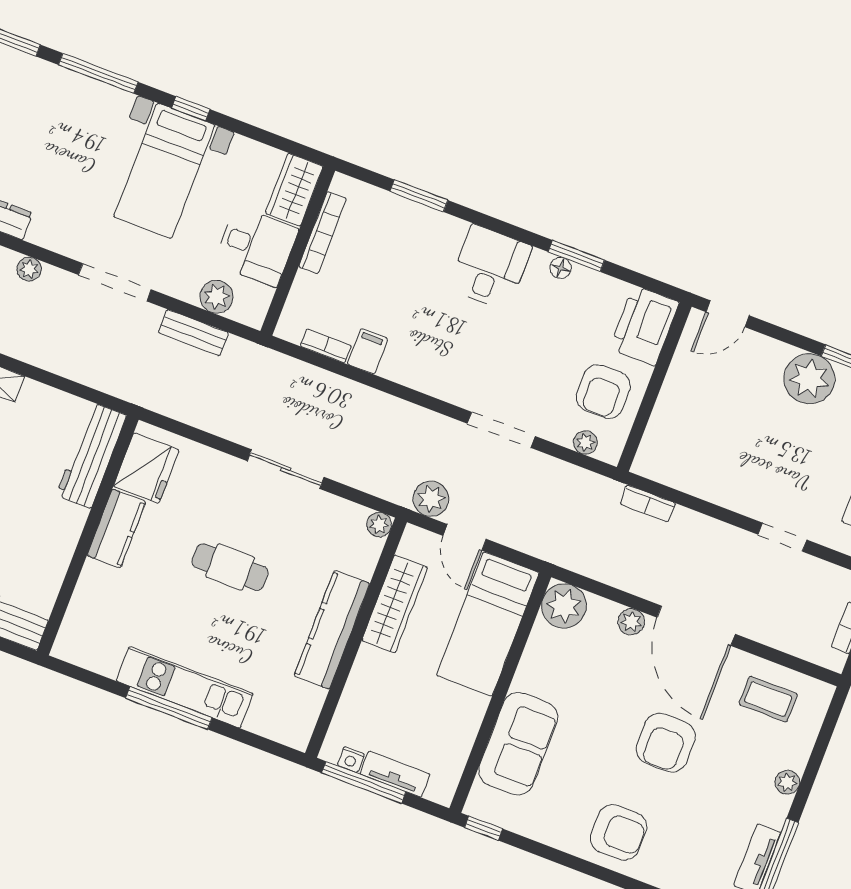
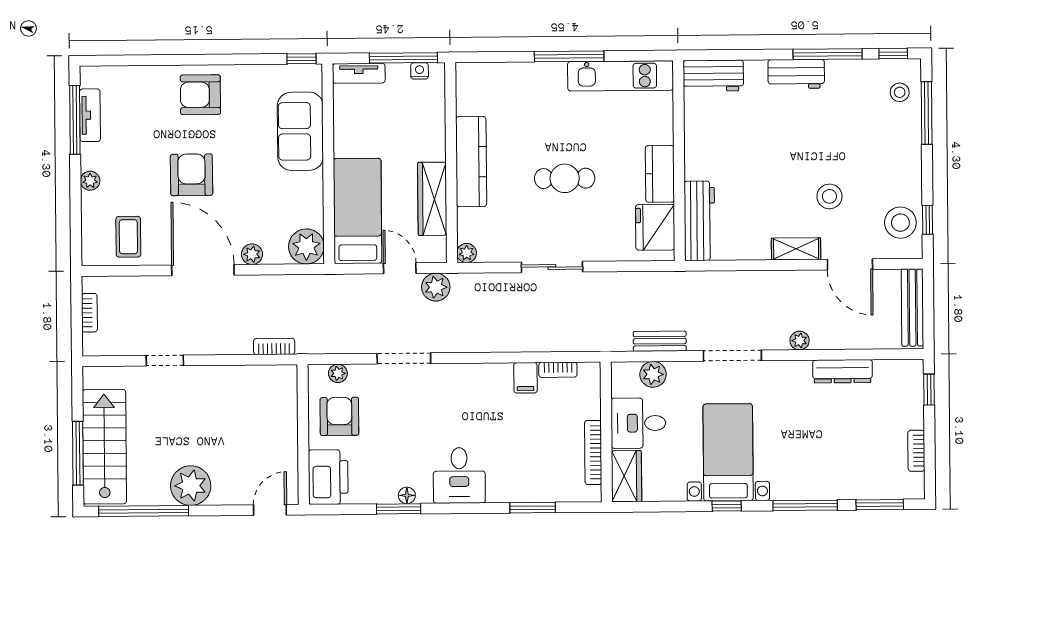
kitchen unit: (185, 687) -> (621, 76), moved
coffee table: (768, 699) -> (128, 237), turned 90
tv unit: (395, 774) -> (359, 73), moved

